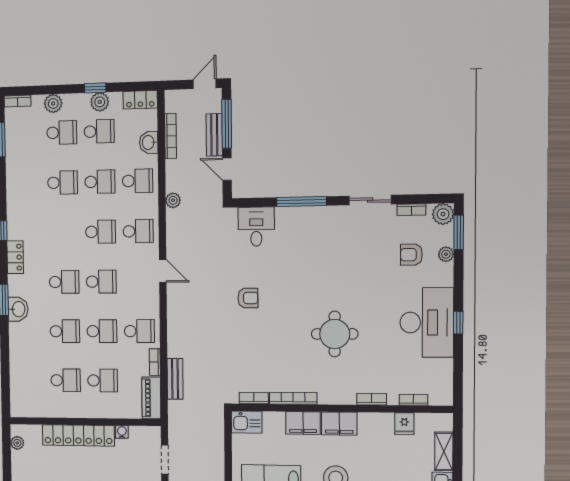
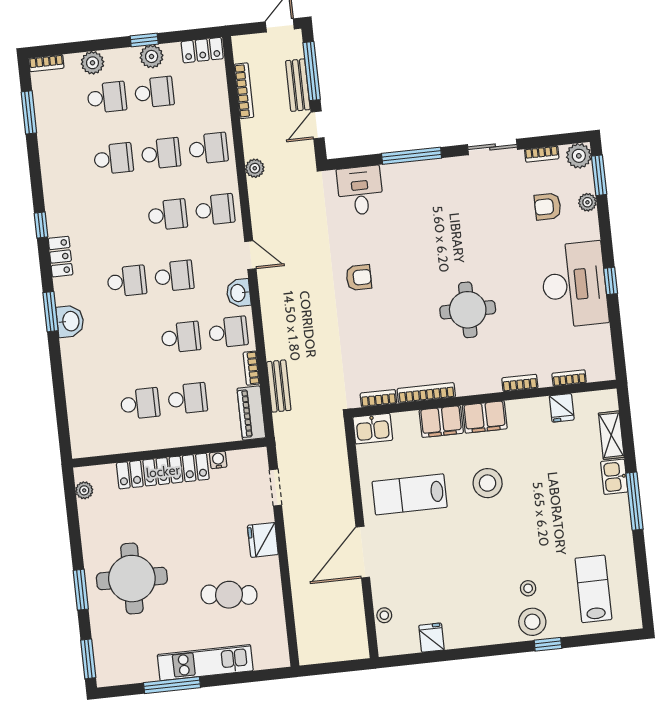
washbasin: (149, 142) -> (239, 293), moved
door: (227, 169) -> (317, 125), hinge flipped
school desk: (65, 331) -> (133, 342), removed

